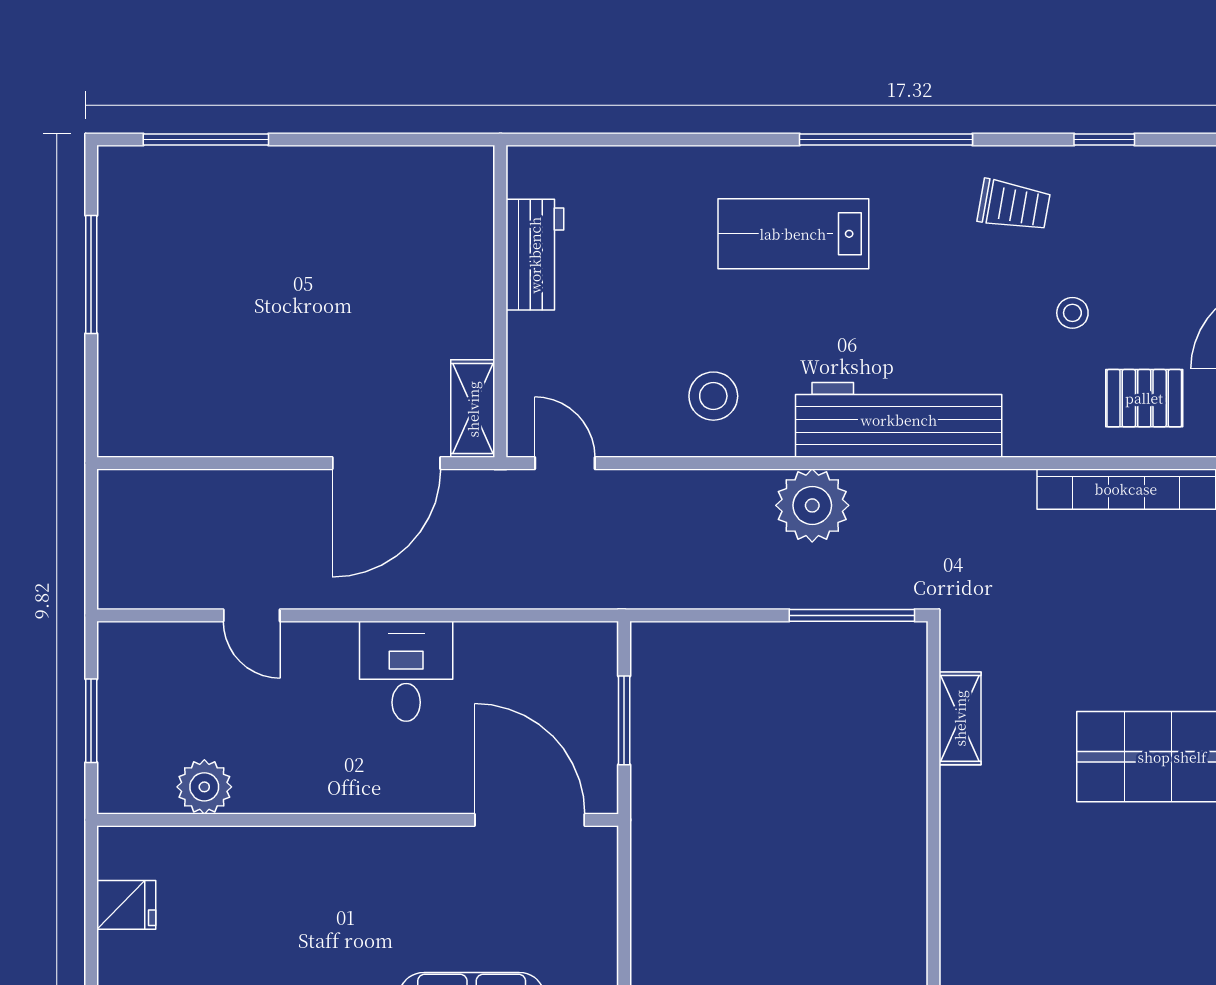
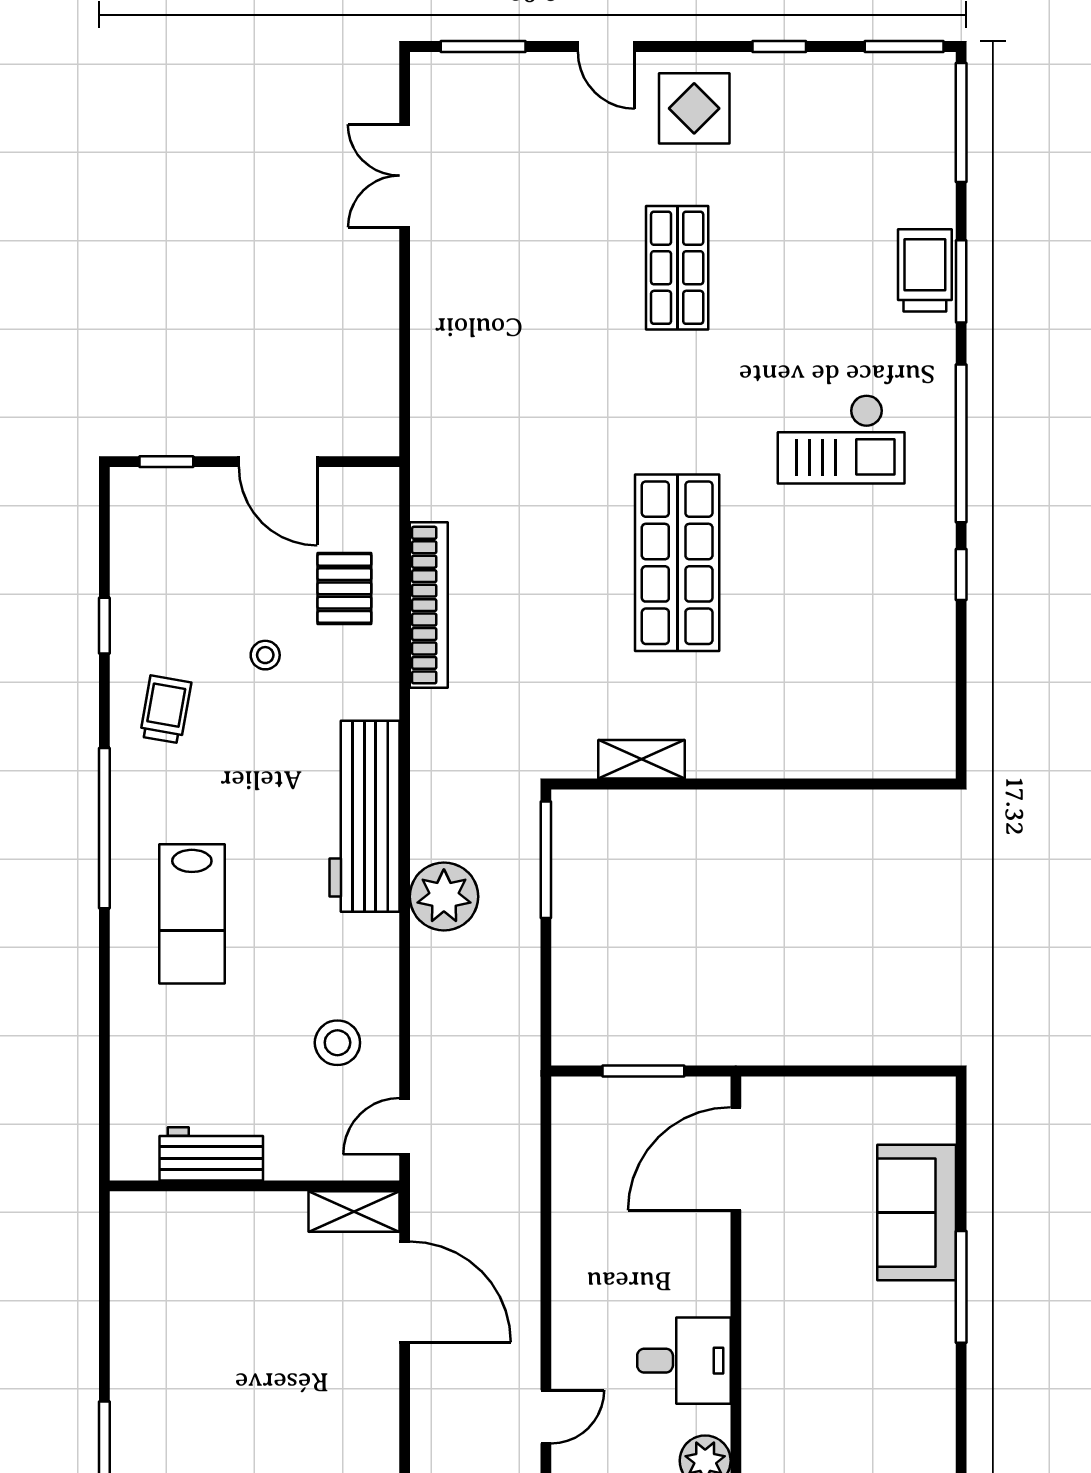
stool: (713, 396) -> (337, 1043), moved
desk: (406, 671) -> (684, 1361), moved, turned 180

